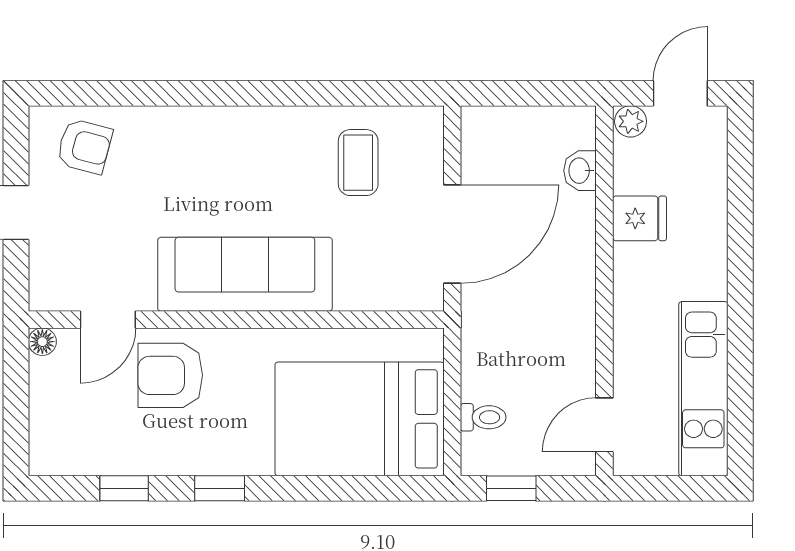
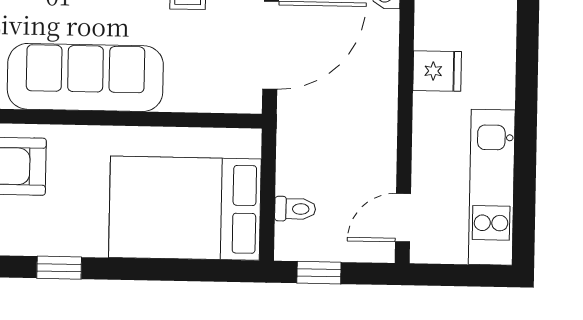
fridge: (640, 218) -> (437, 71), moved

